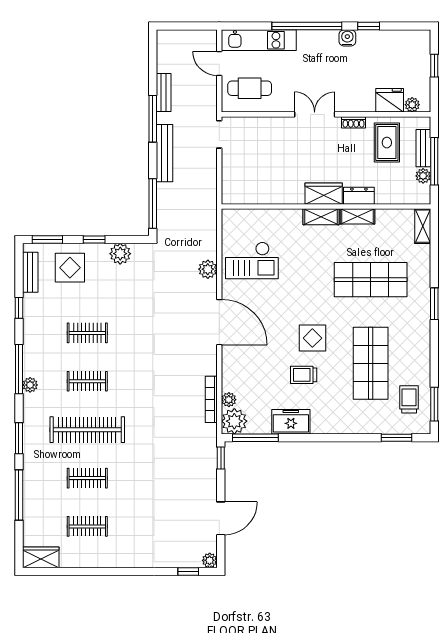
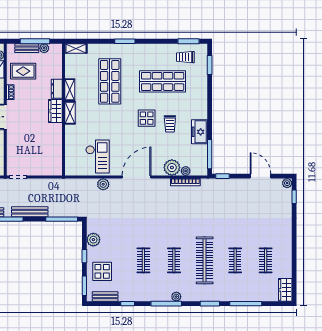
plant: (234, 421) -> (172, 168), moved

